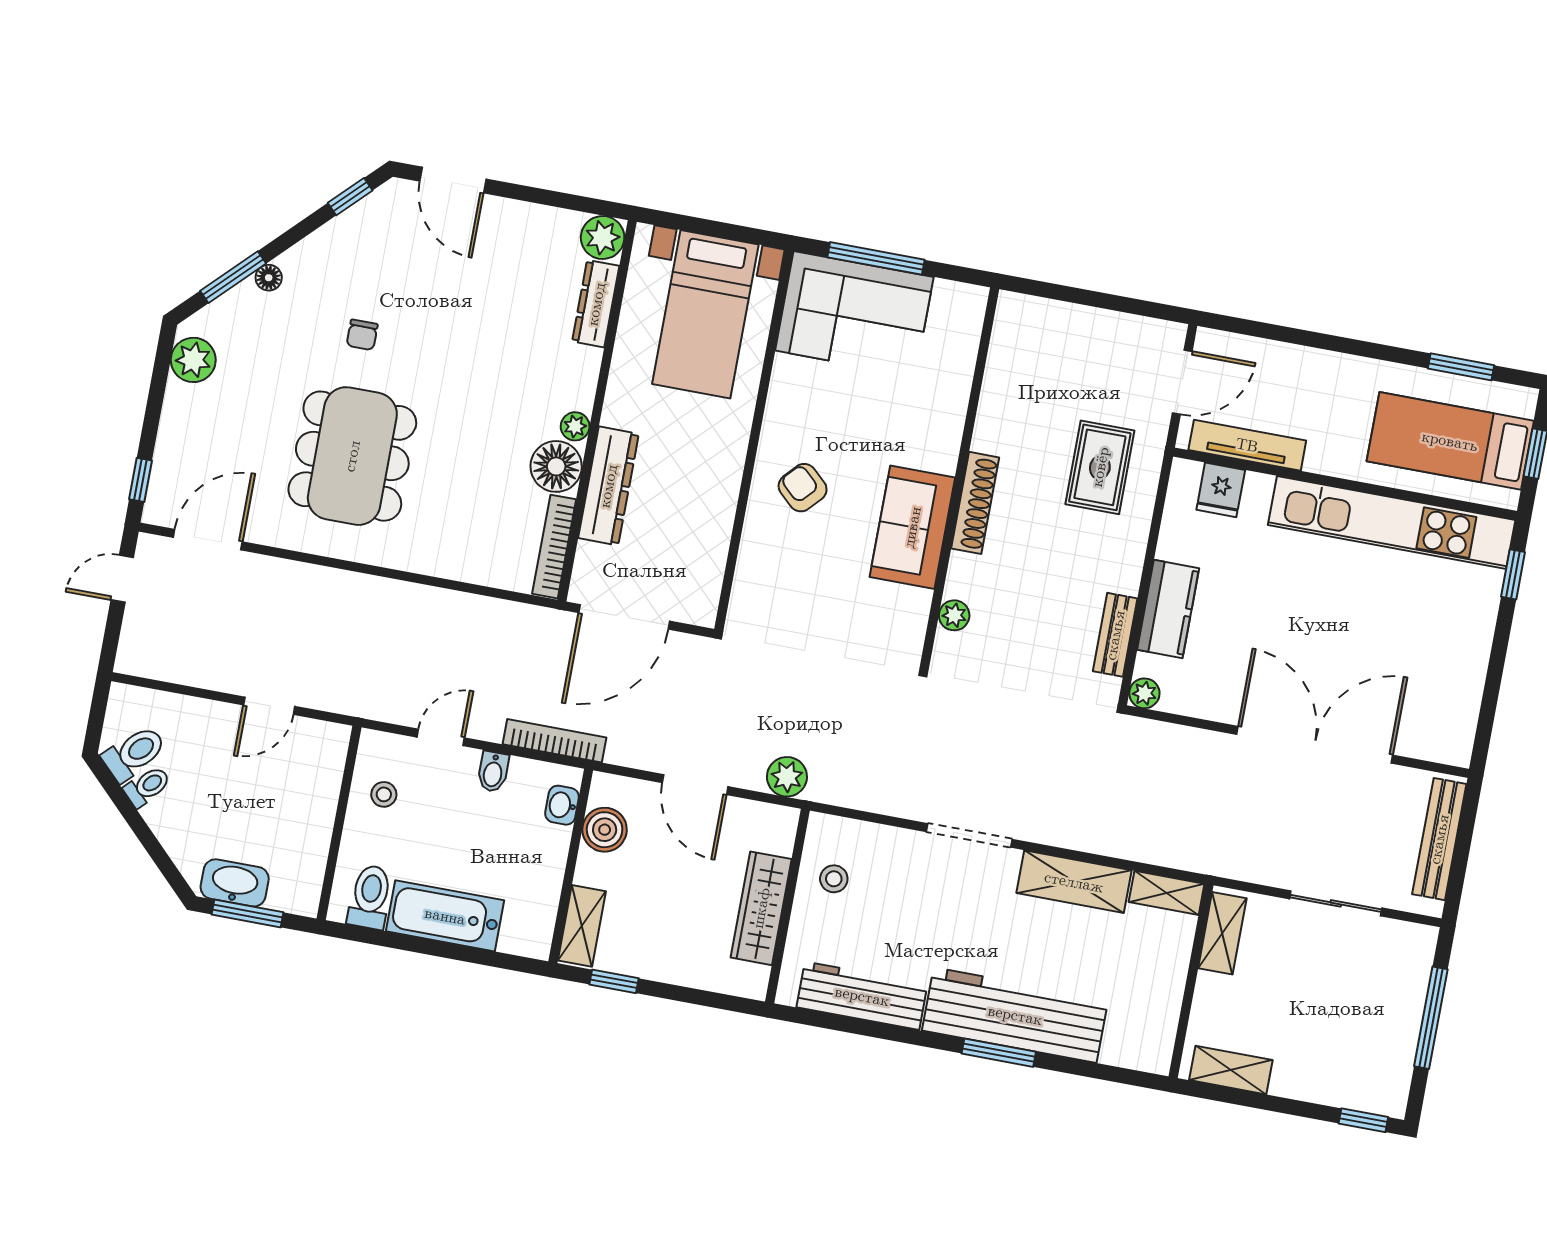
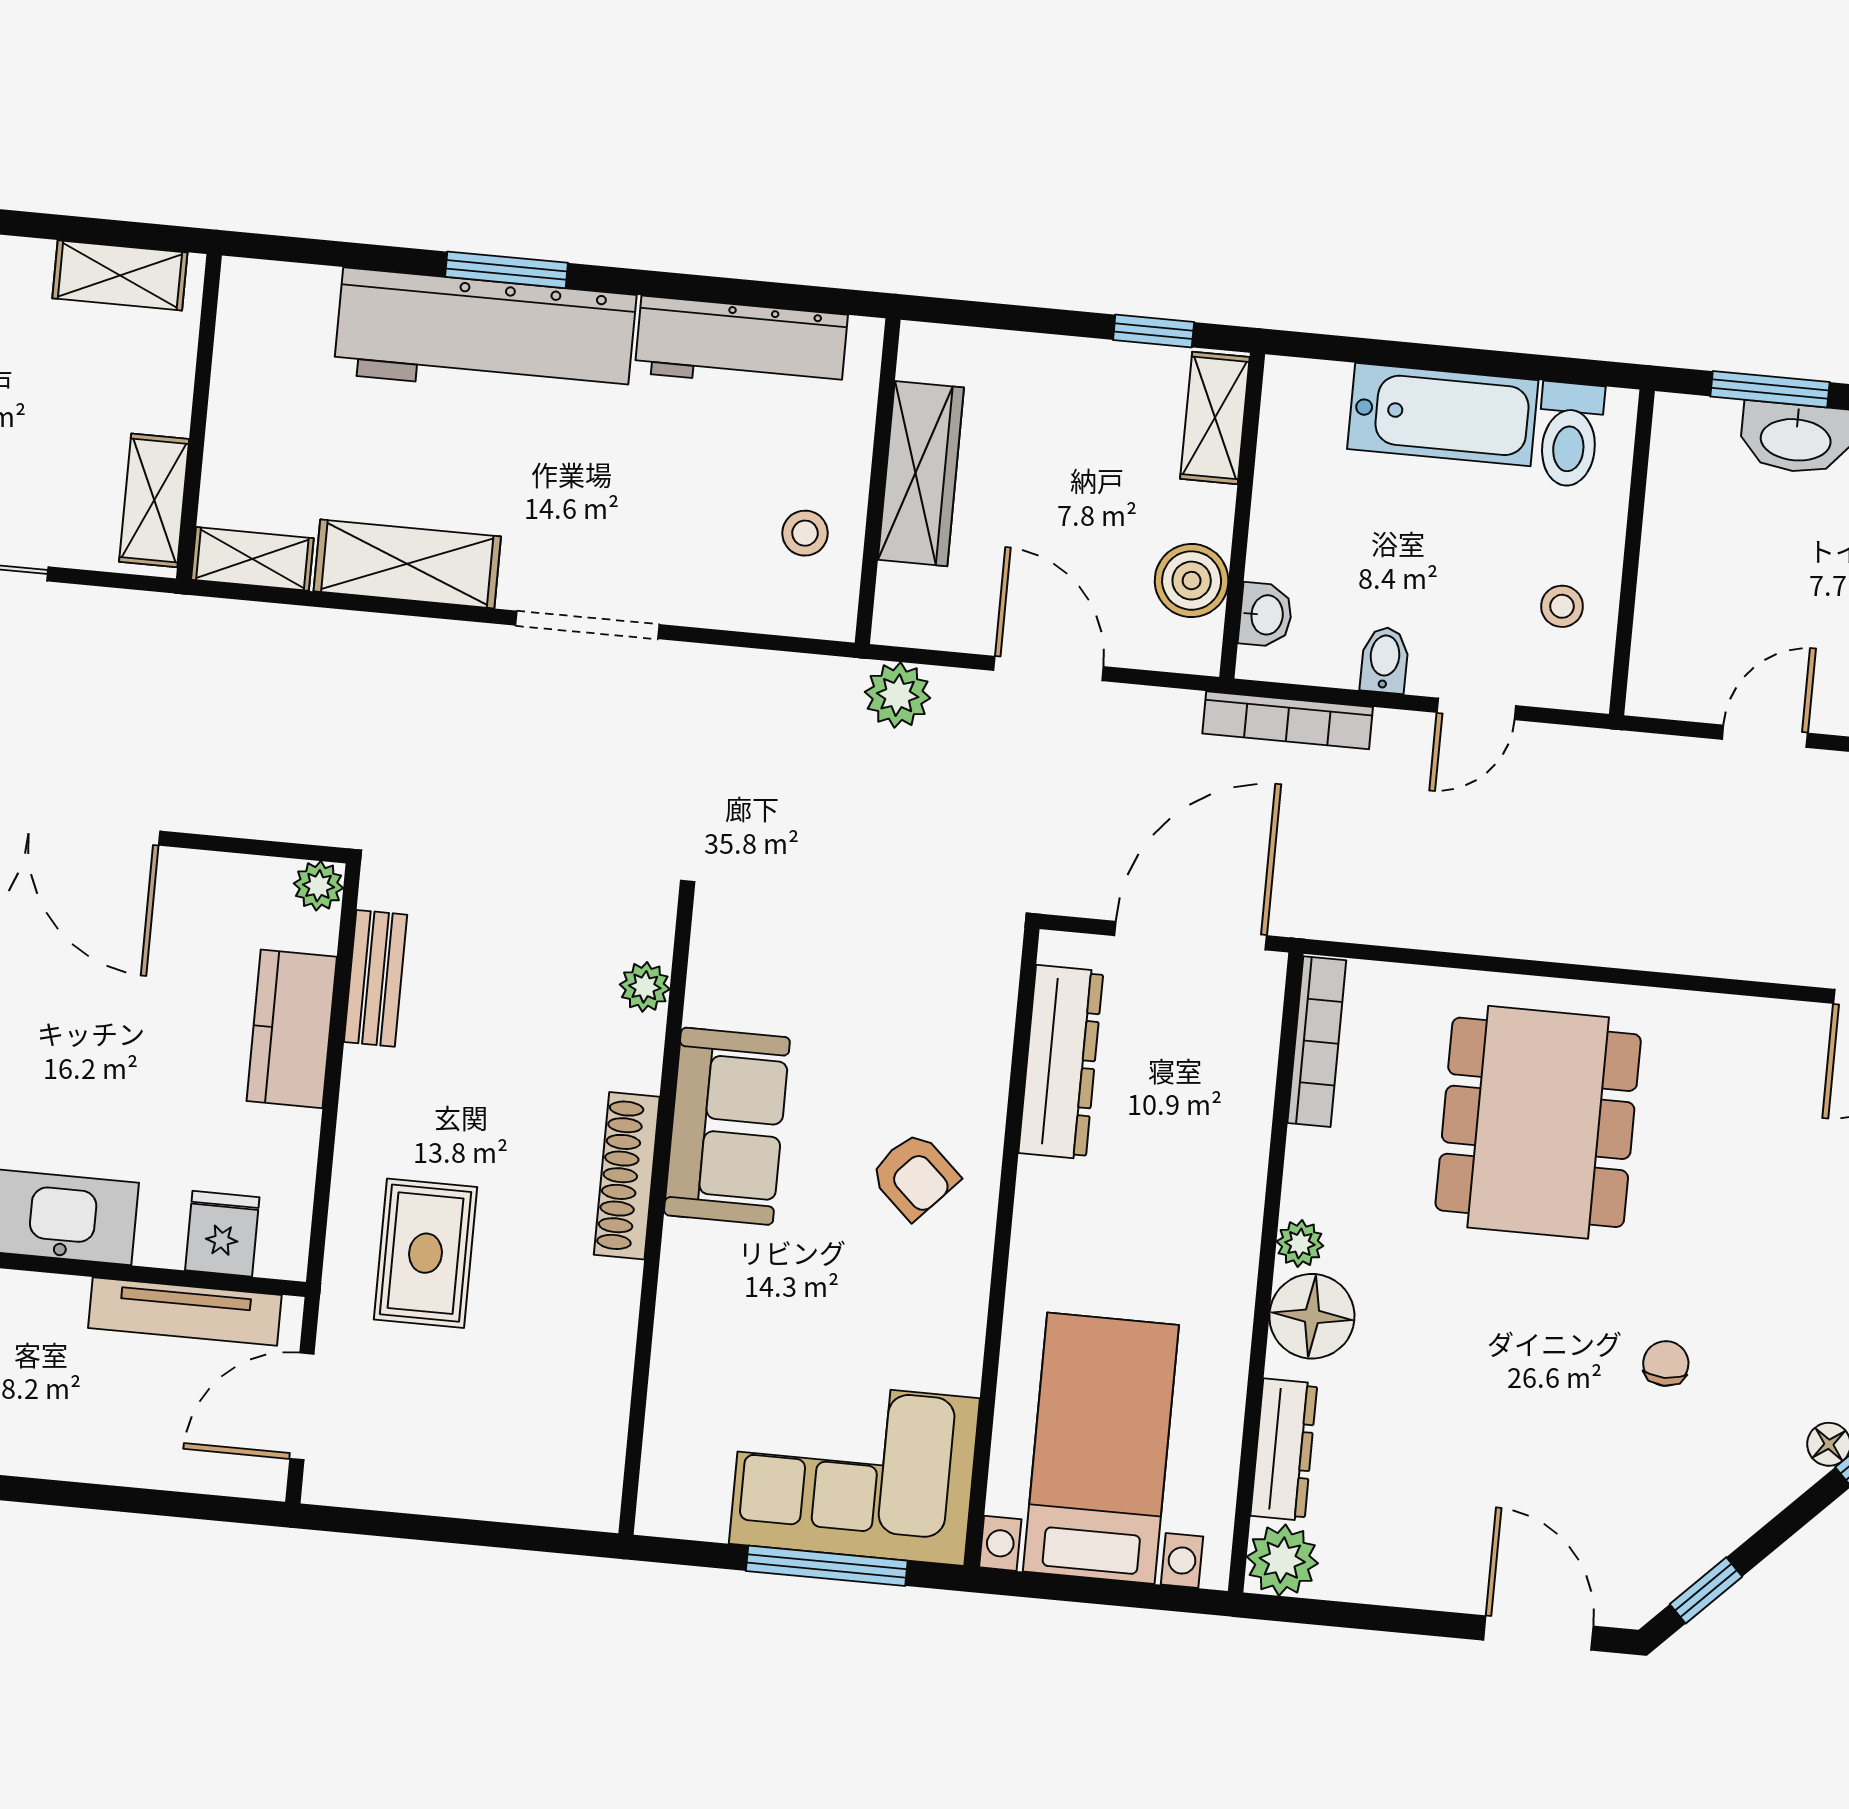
dining table: (352, 456) -> (1538, 1122), moved
floor lamp: (556, 466) -> (1312, 1316), moved
dresser: (608, 486) -> (1061, 1062), moved, turned 180

